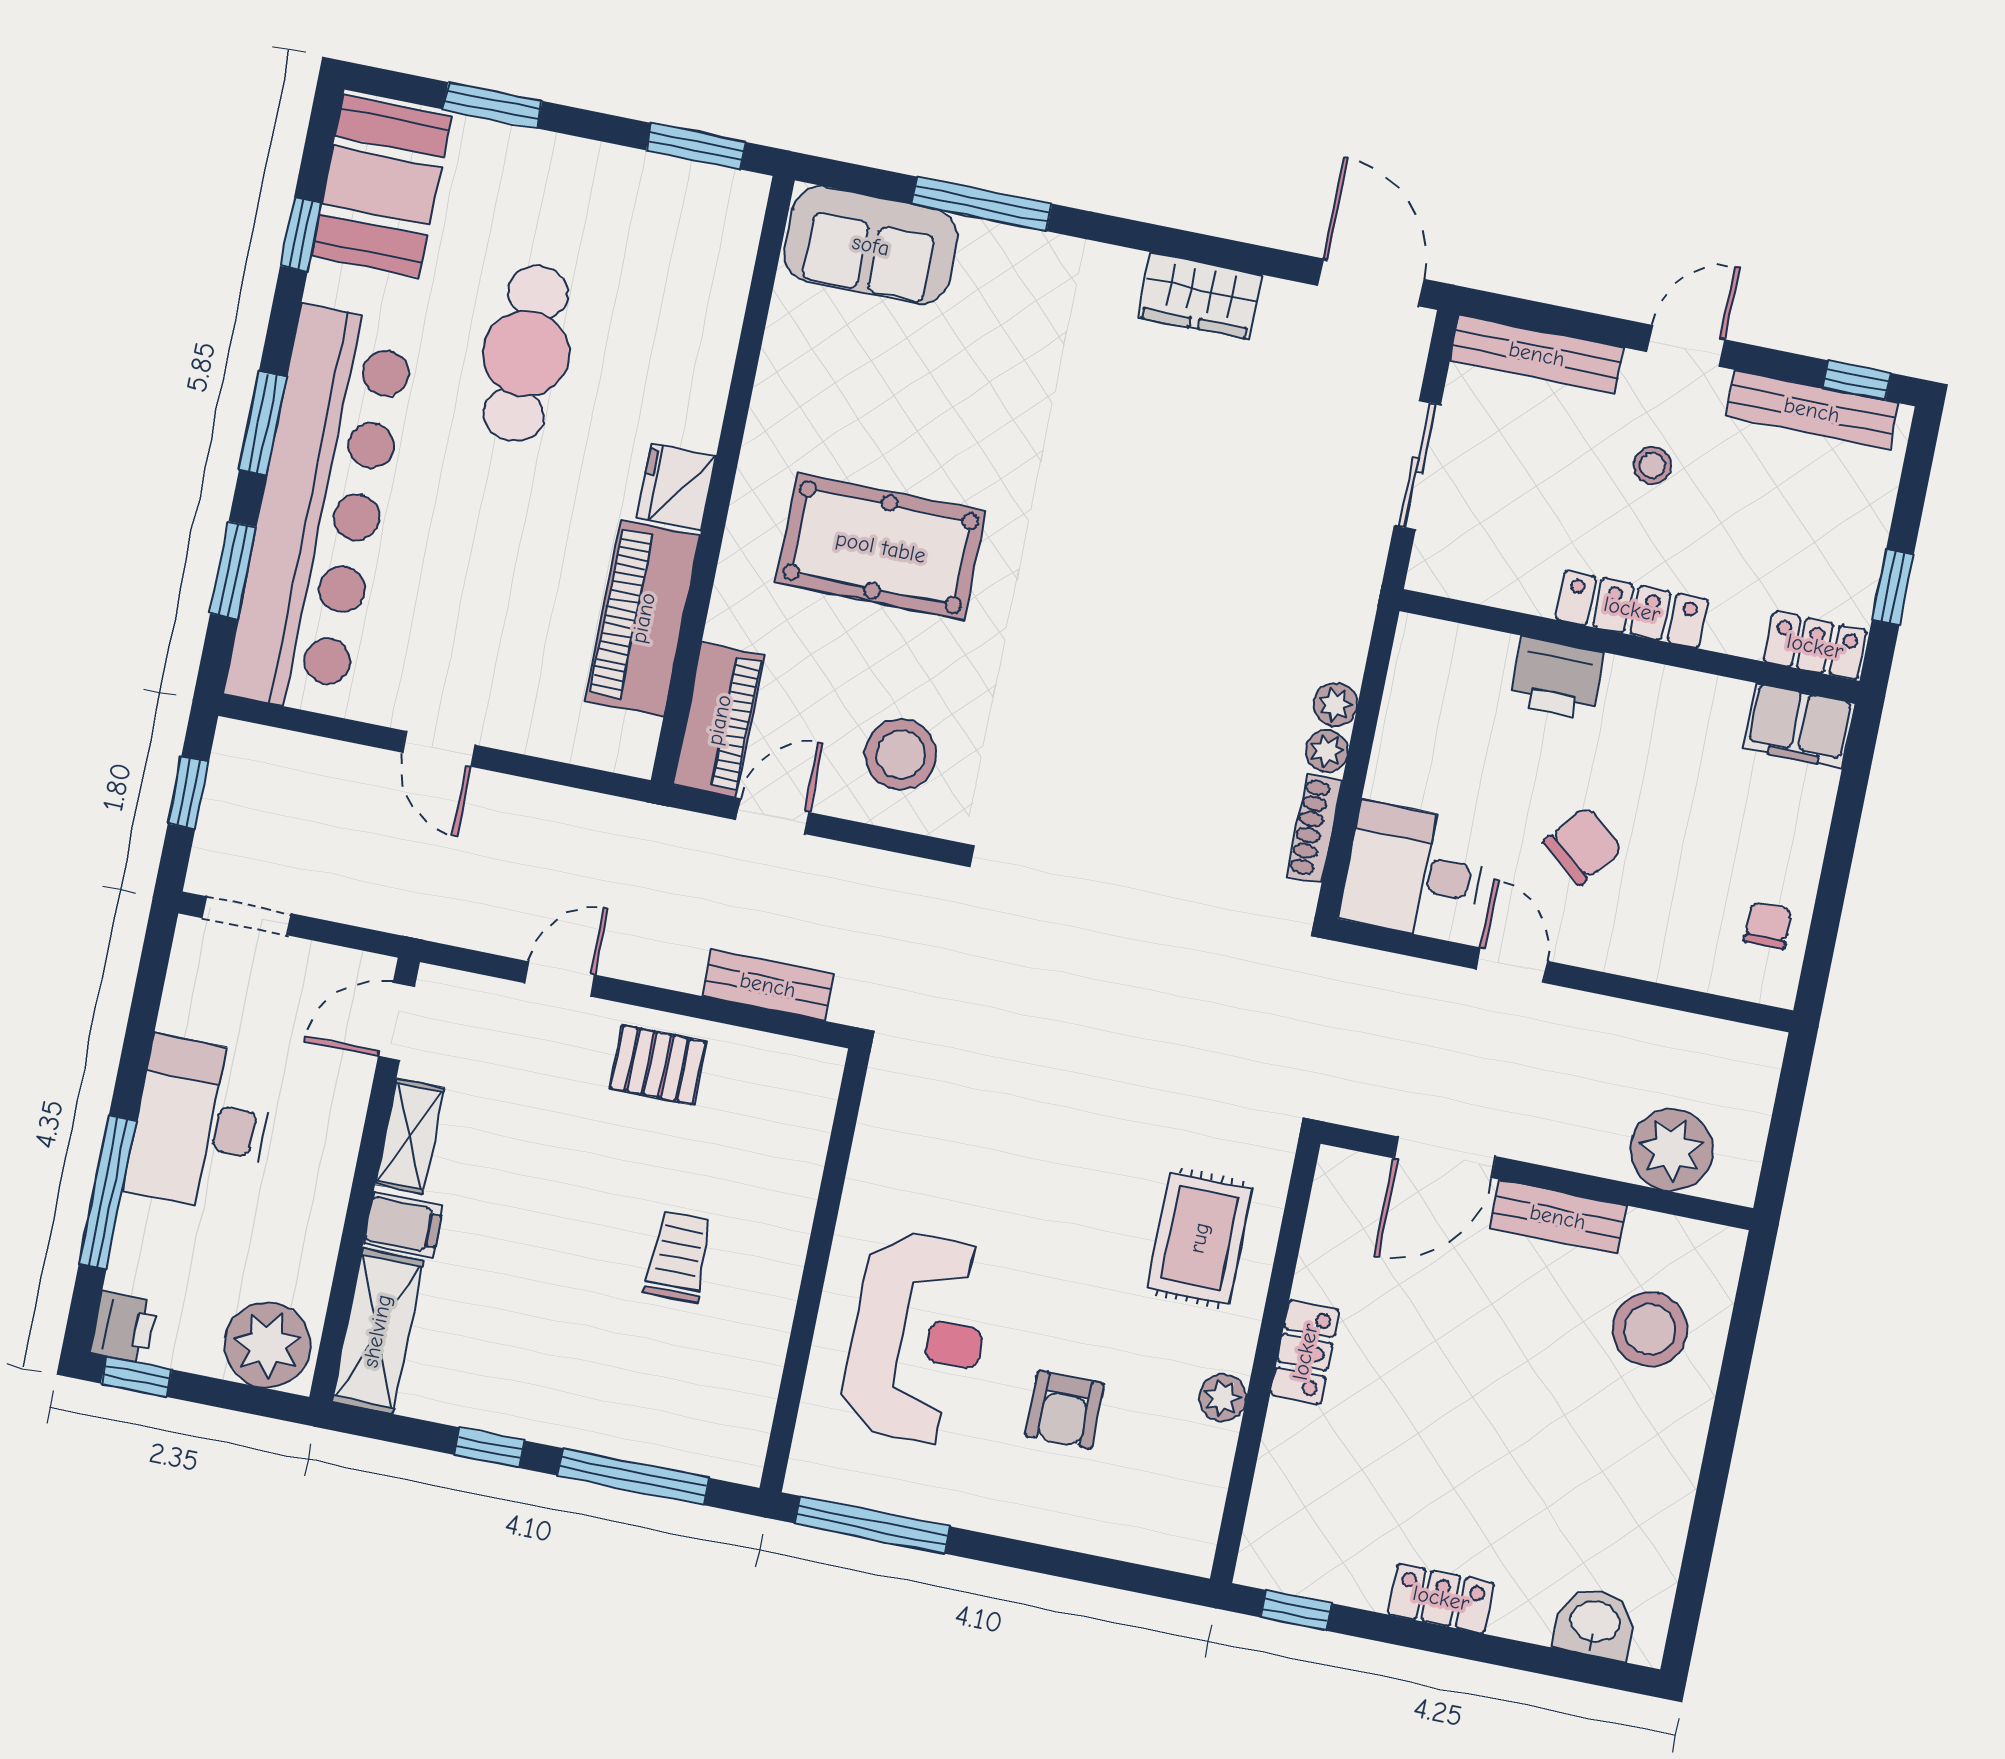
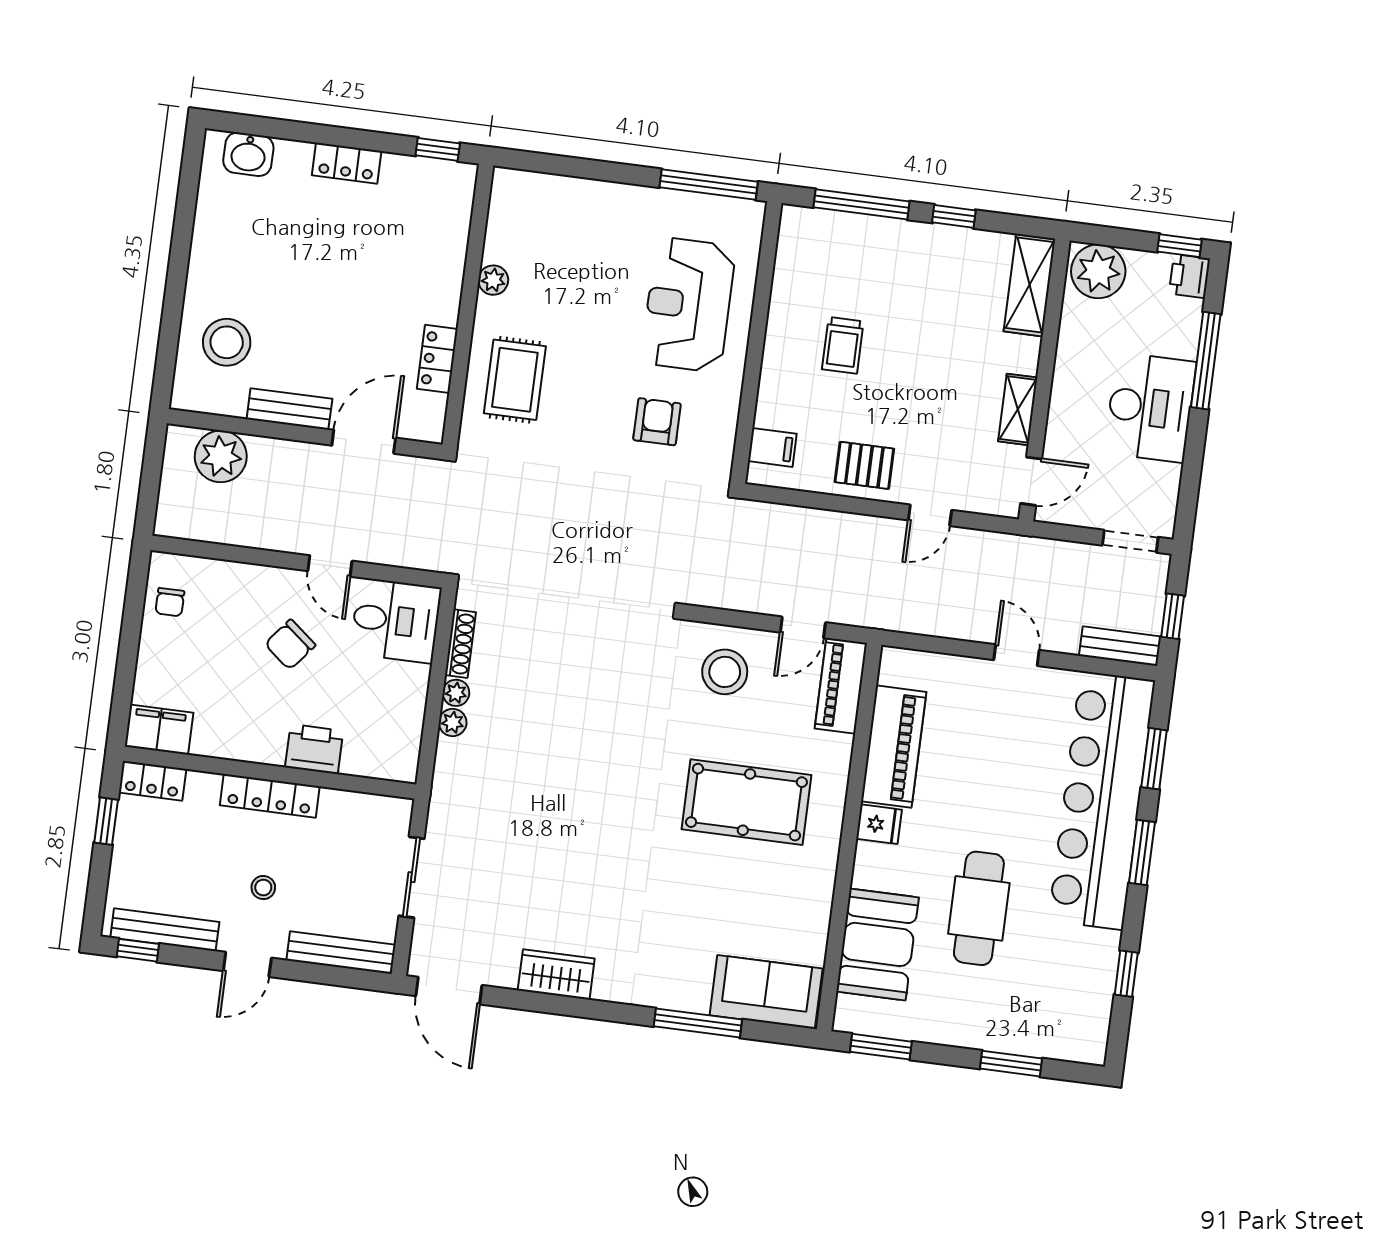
booth: (381, 186) -> (878, 944), moved
fridge: (676, 487) -> (879, 824), width x0.72
bench: (768, 985) -> (1120, 646), moved
filing cabinet: (403, 1225) -> (772, 447), moved, turned 180
locker: (1305, 1352) -> (437, 359), moved
armchair: (1065, 1410) -> (657, 422), moved

